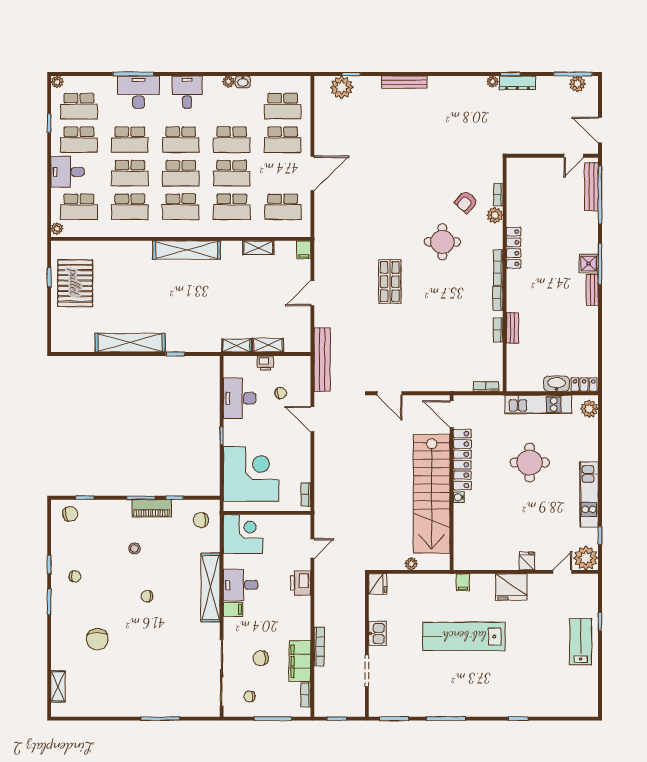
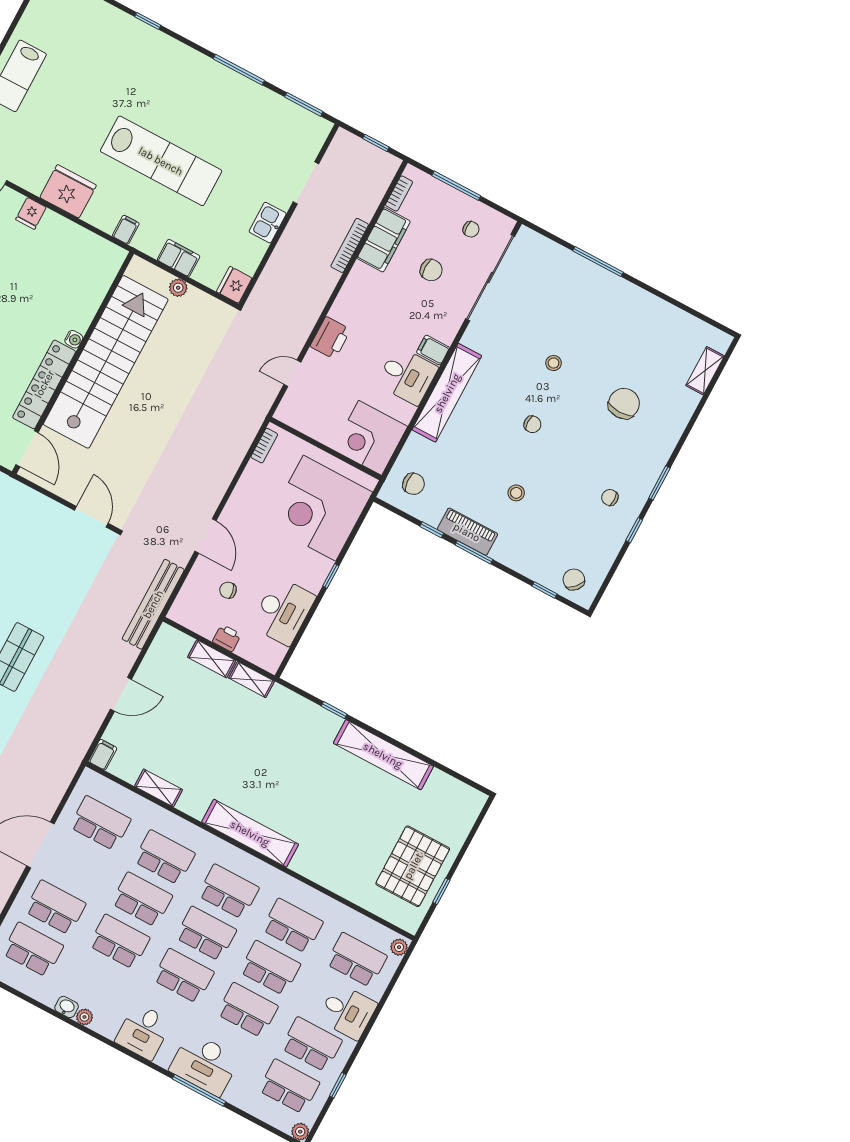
chair: (70, 514) -> (574, 580), turned 53
filing cabinet: (421, 582) -> (179, 258), added
stool: (154, 641) -> (554, 363), added

